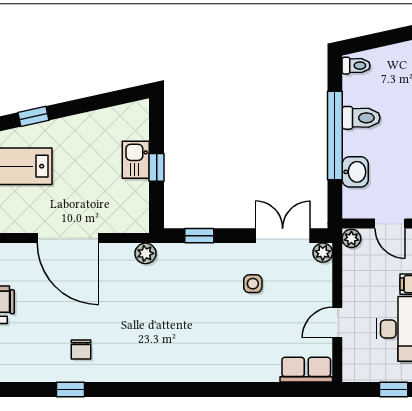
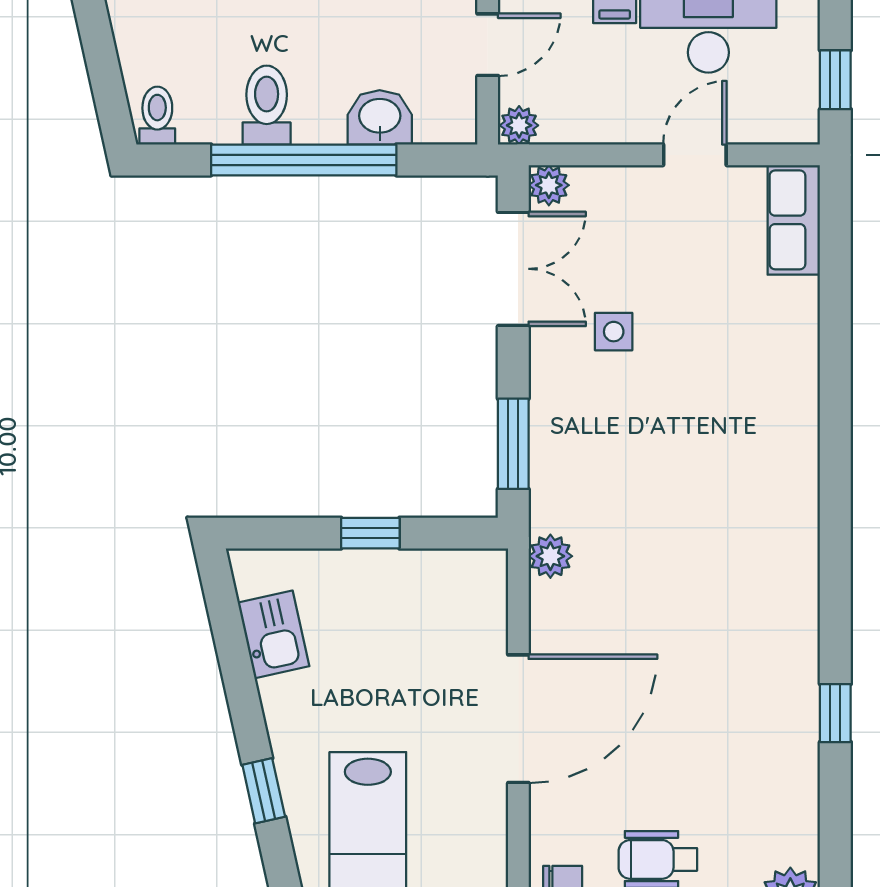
kitchen sink: (136, 160) -> (274, 634), moved, turned -102
window: (199, 236) -> (513, 444), width x1.50
double door: (283, 236) -> (513, 269), swing flipped
door: (337, 322) -> (695, 155), swing flipped
chair: (81, 349) -> (751, 691), removed
window: (394, 390) -> (835, 80), moved

